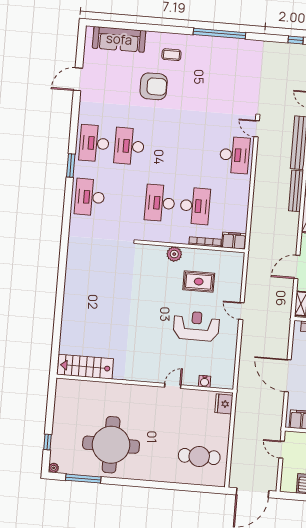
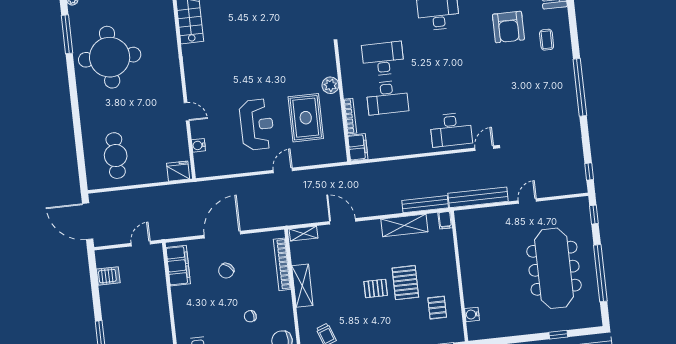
rug: (199, 282) -> (306, 118), width x1.36, depth x1.43

